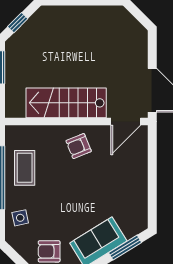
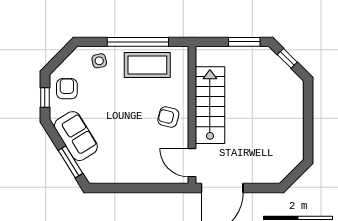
armchair: (79, 146) -> (168, 117), turned -54
coffee table: (25, 168) -> (147, 65), width x1.36, depth x1.32

